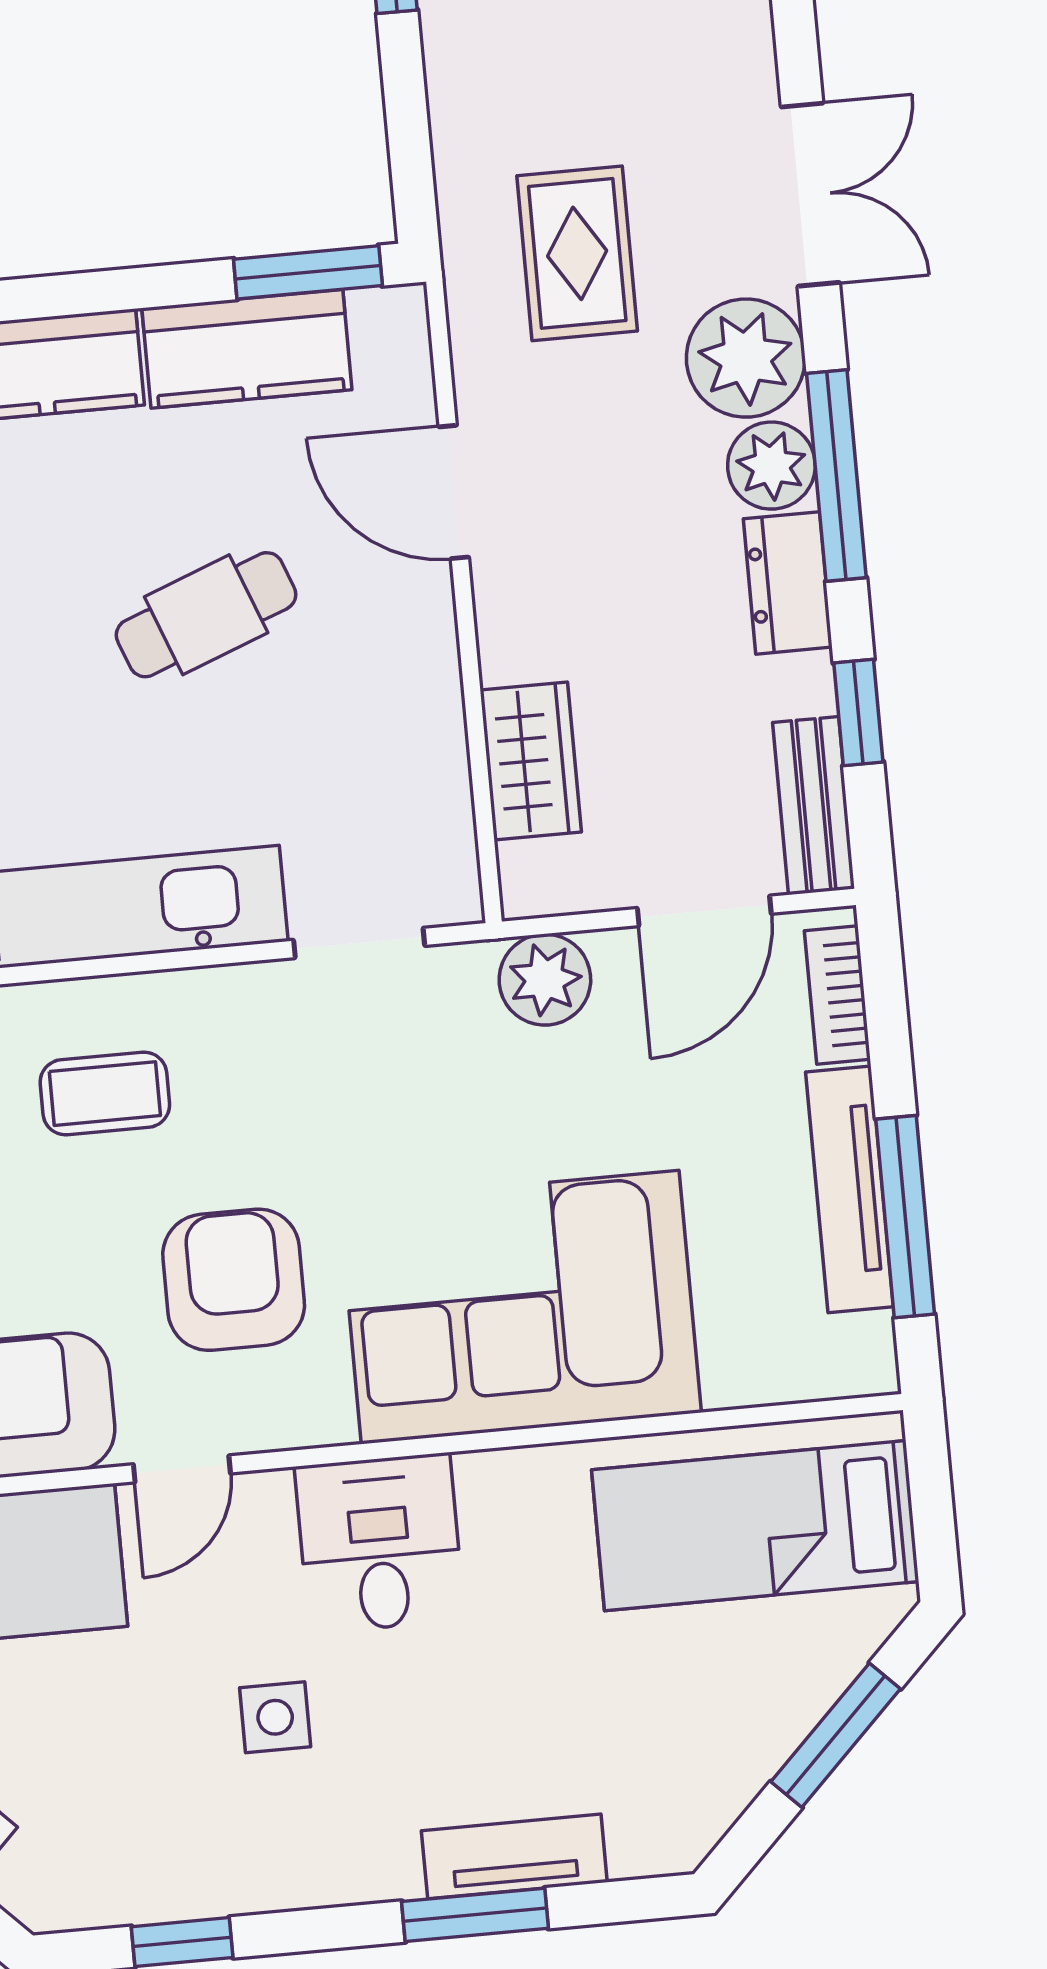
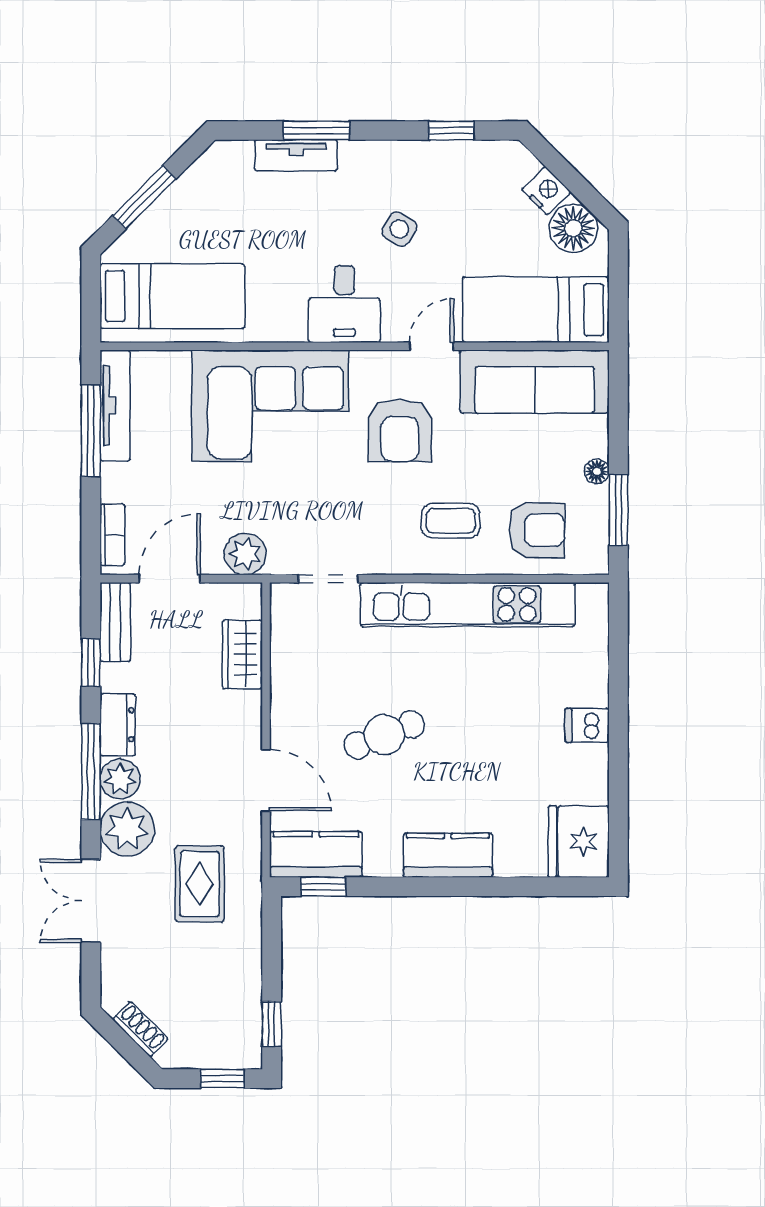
window: (308, 272) -> (323, 887), width x0.67
kitchen counter: (247, 349) -> (316, 854), moved
tv unit: (849, 1189) -> (115, 405), moved
side table: (275, 1717) -> (399, 229), turned 32

